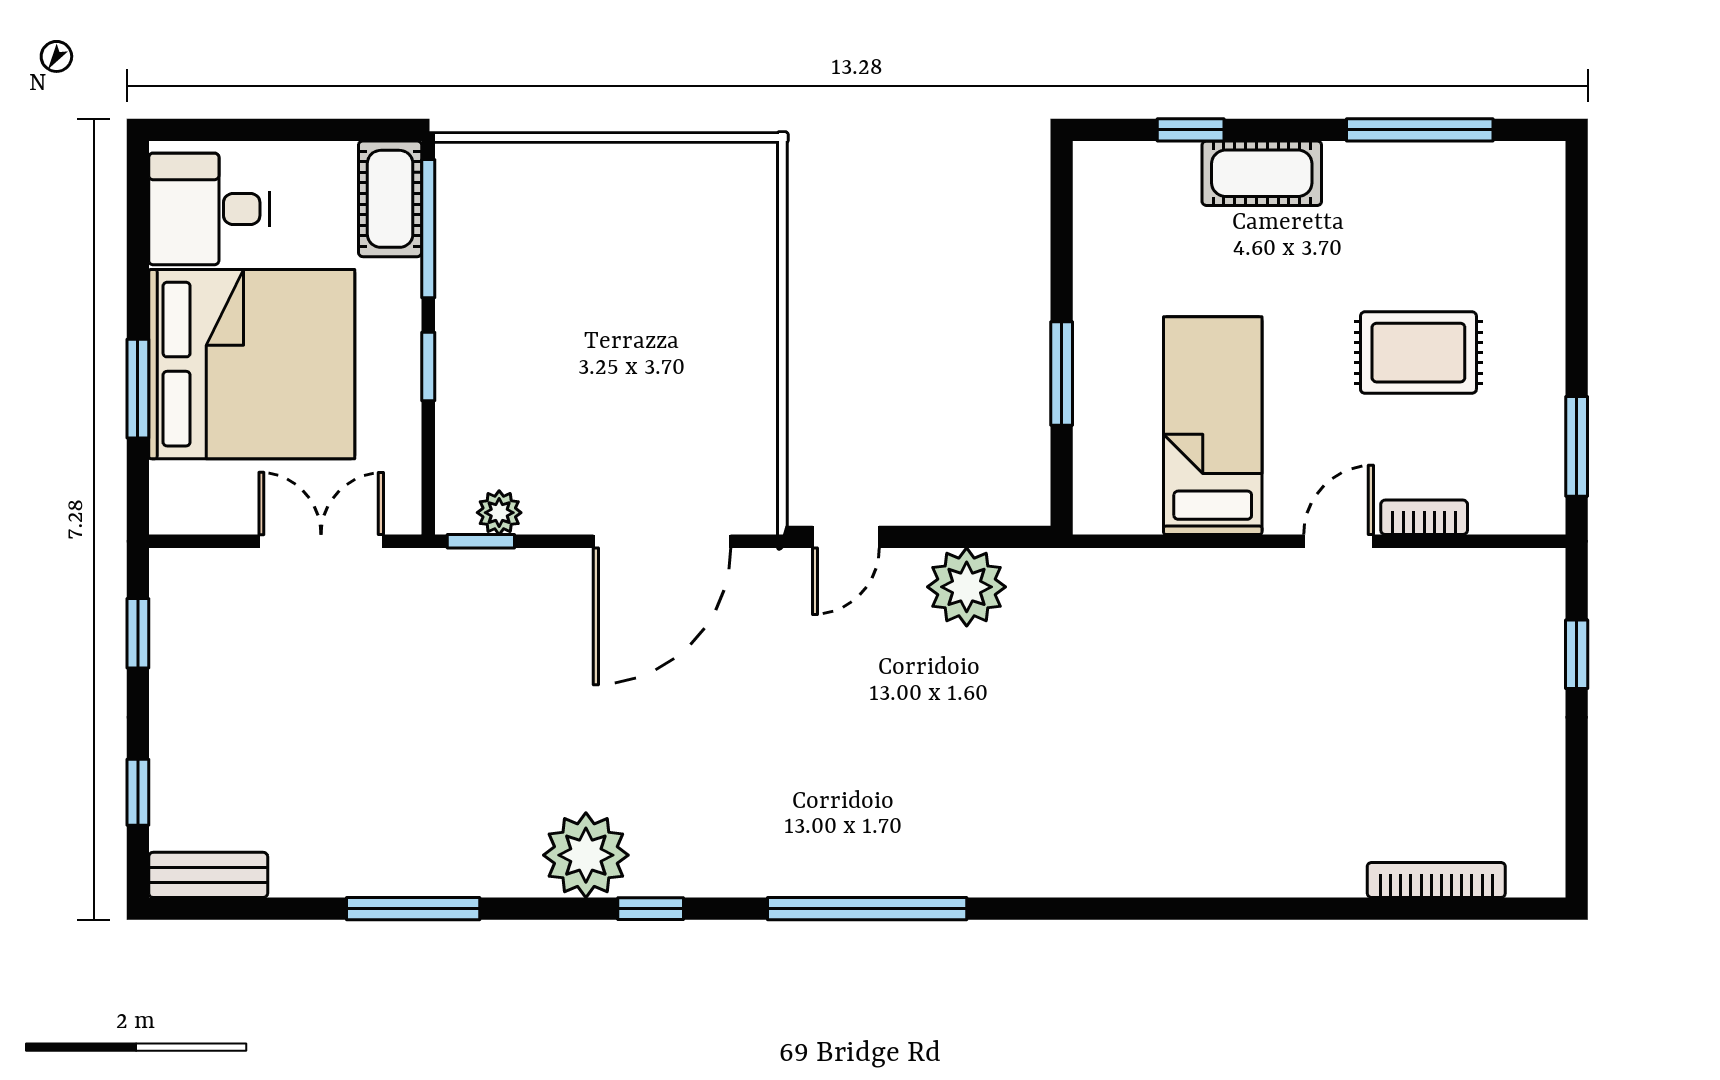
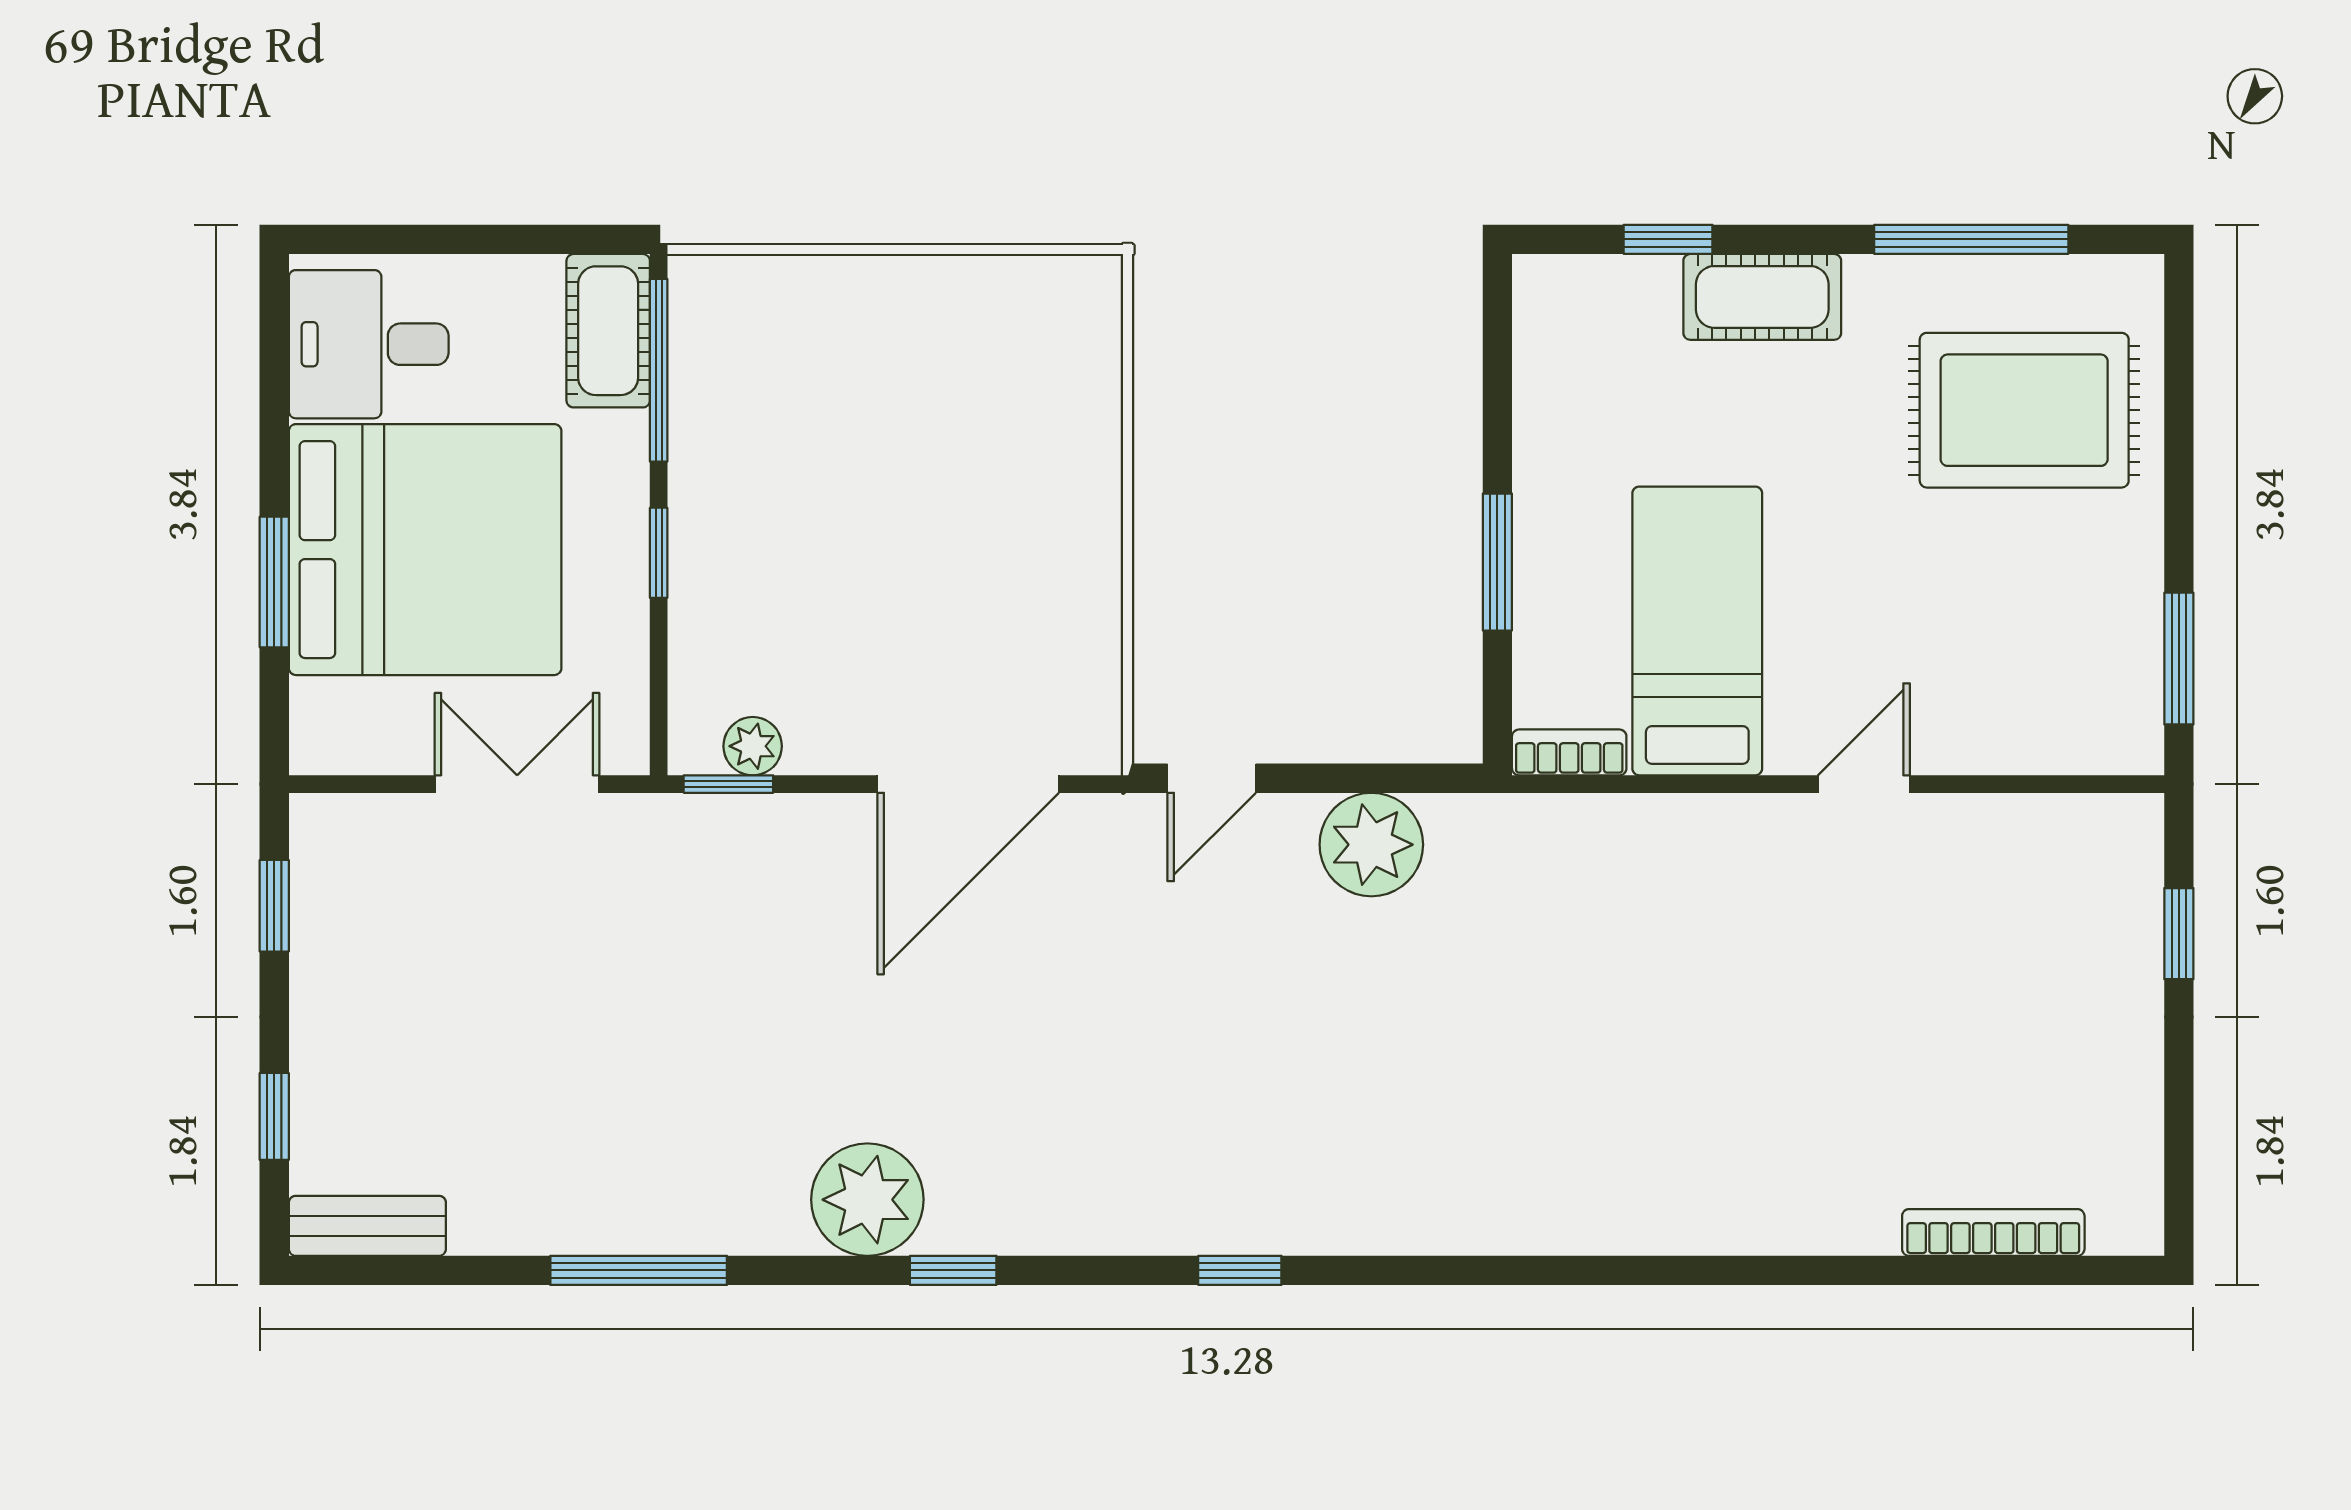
rug: (1418, 353) -> (2024, 410), moved, width x1.36, depth x1.43
bookcase: (1424, 517) -> (1569, 752), moved
window: (867, 909) -> (1240, 1270), width x0.32

